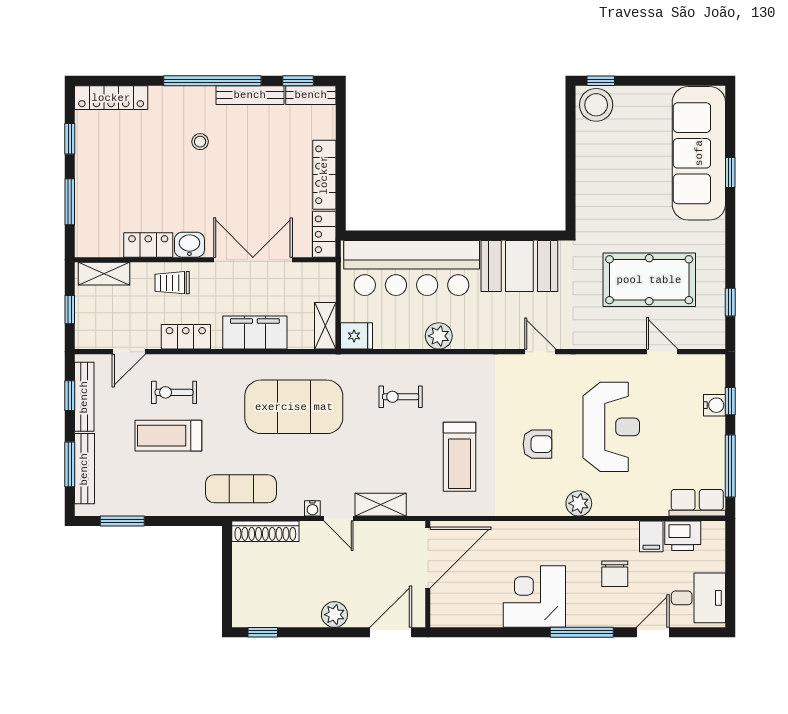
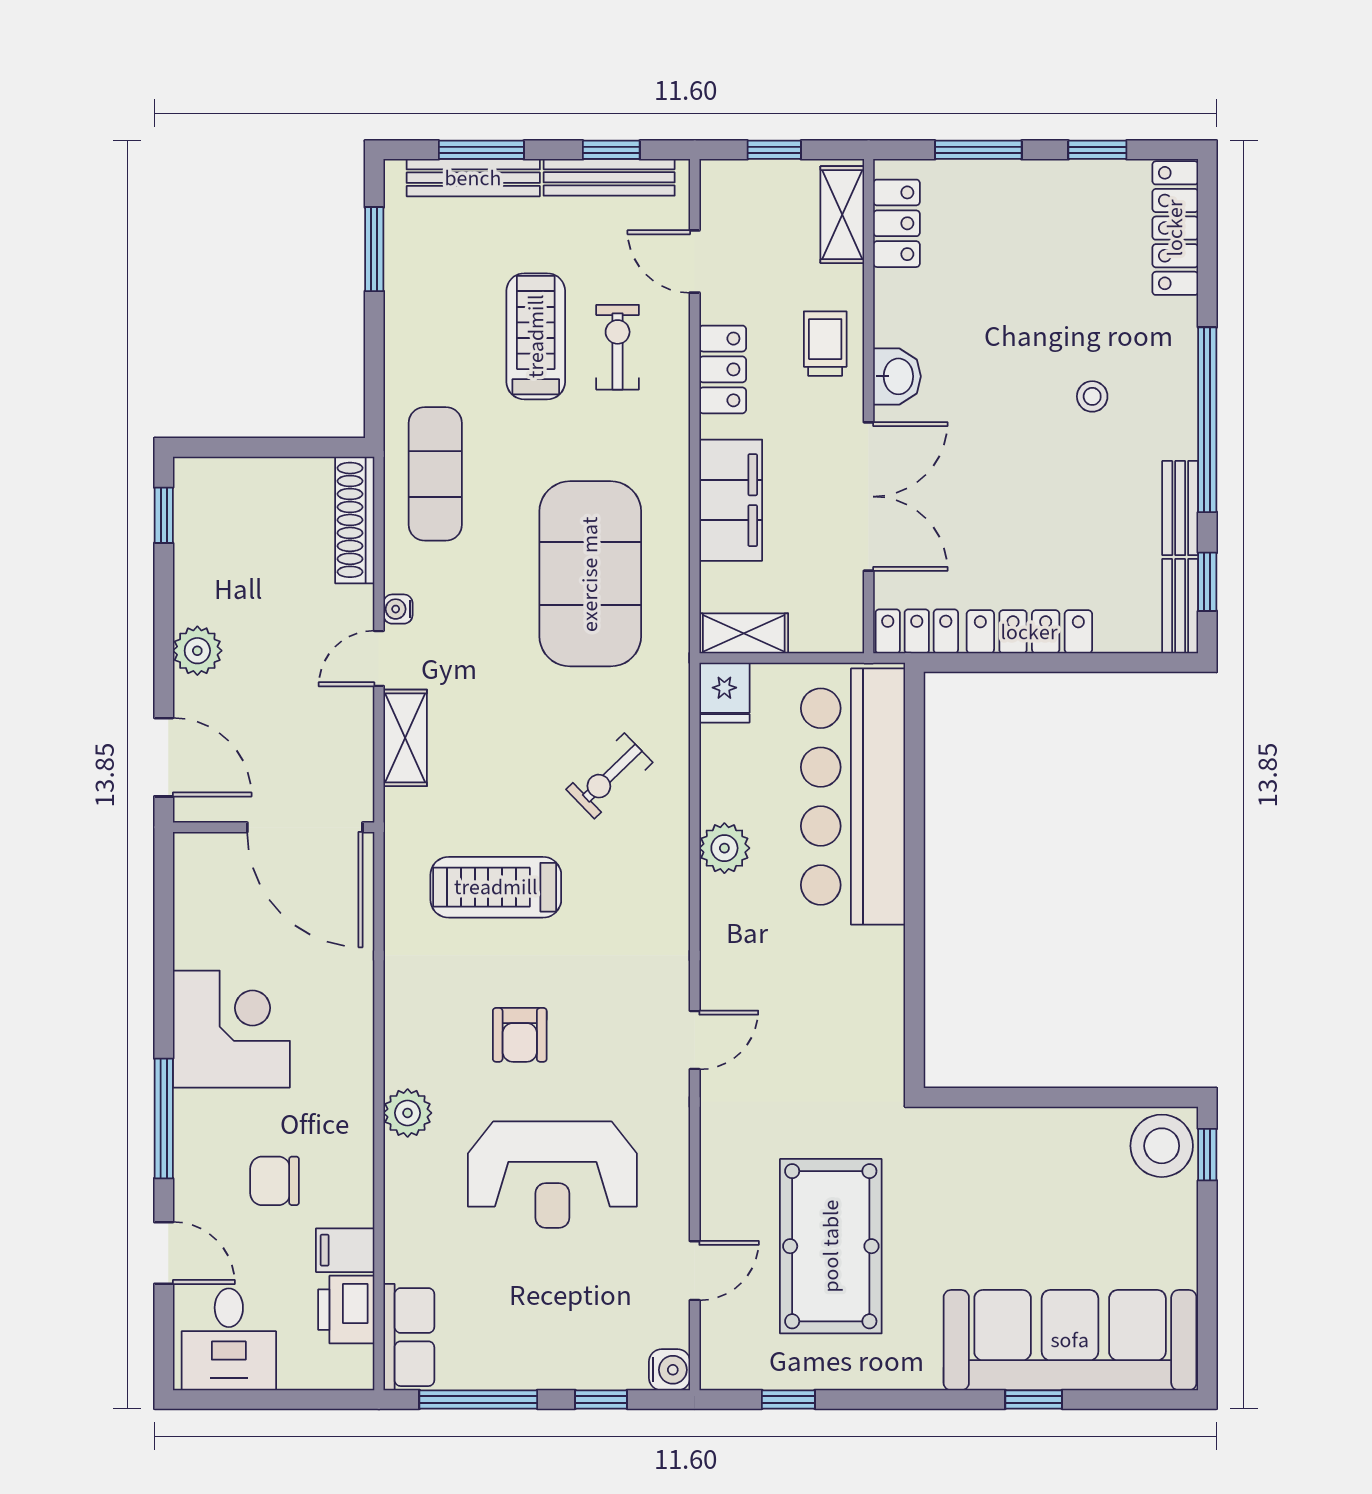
bench: (250, 95) -> (1180, 508), width x0.73
locker: (148, 245) -> (897, 223), moved
booth: (519, 266) -> (857, 1001), removed
exercise bike: (401, 397) -> (609, 776), turned -134
water cooler: (714, 405) -> (670, 1370), moved, turned -90

